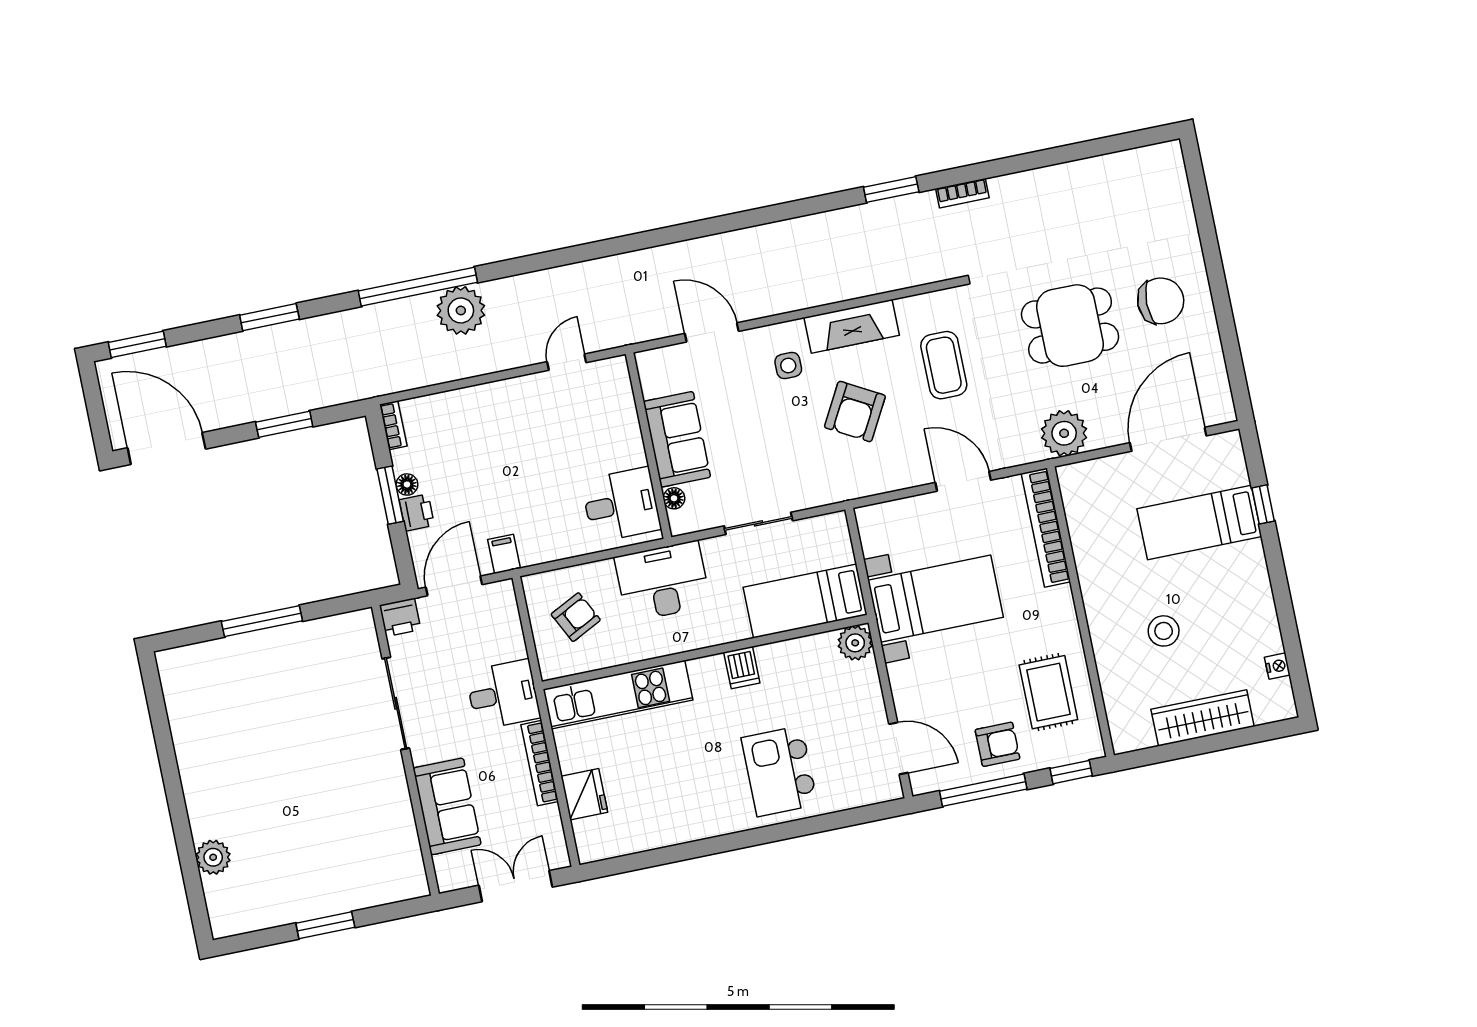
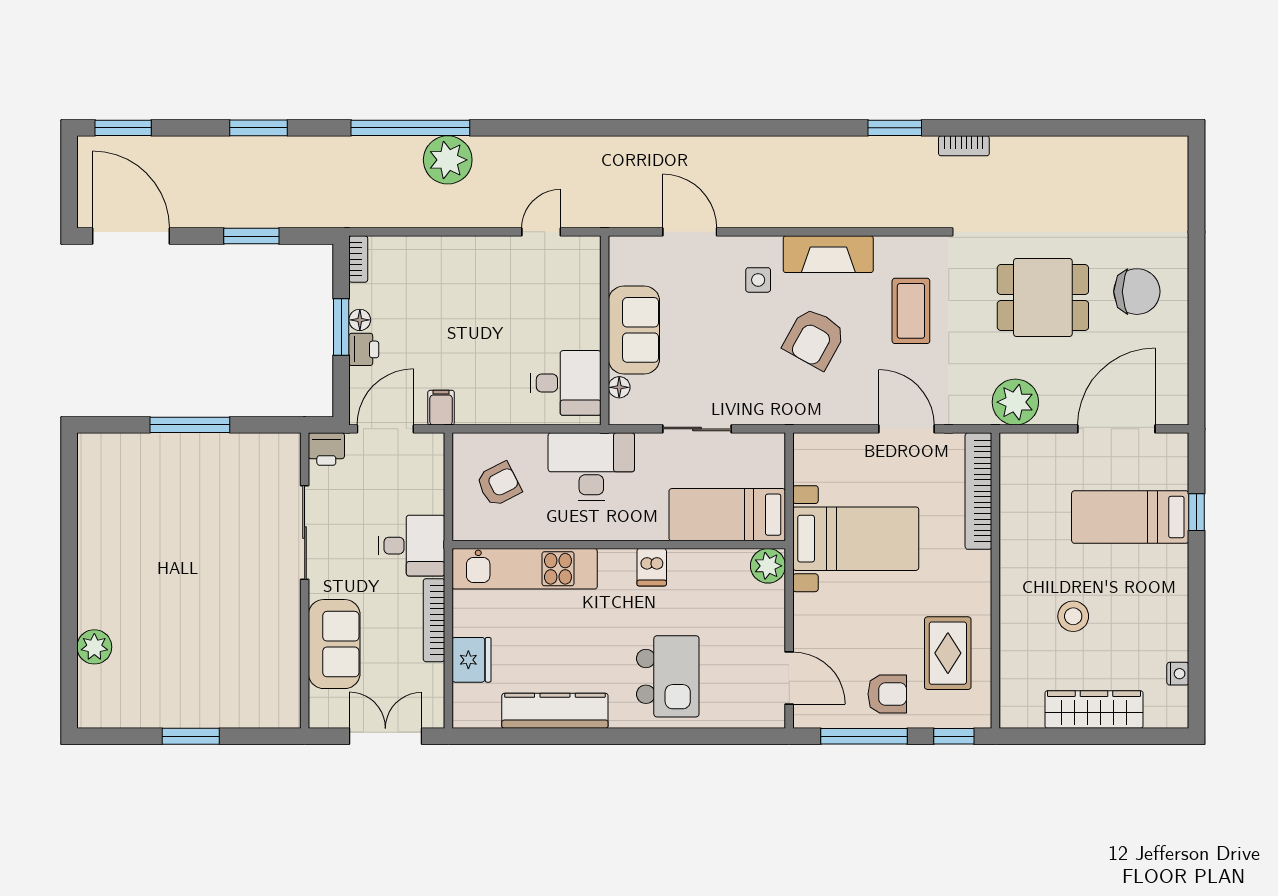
kitchen island: (779, 771) -> (668, 676), turned 180
kitchen counter: (676, 827) -> (555, 711), added

